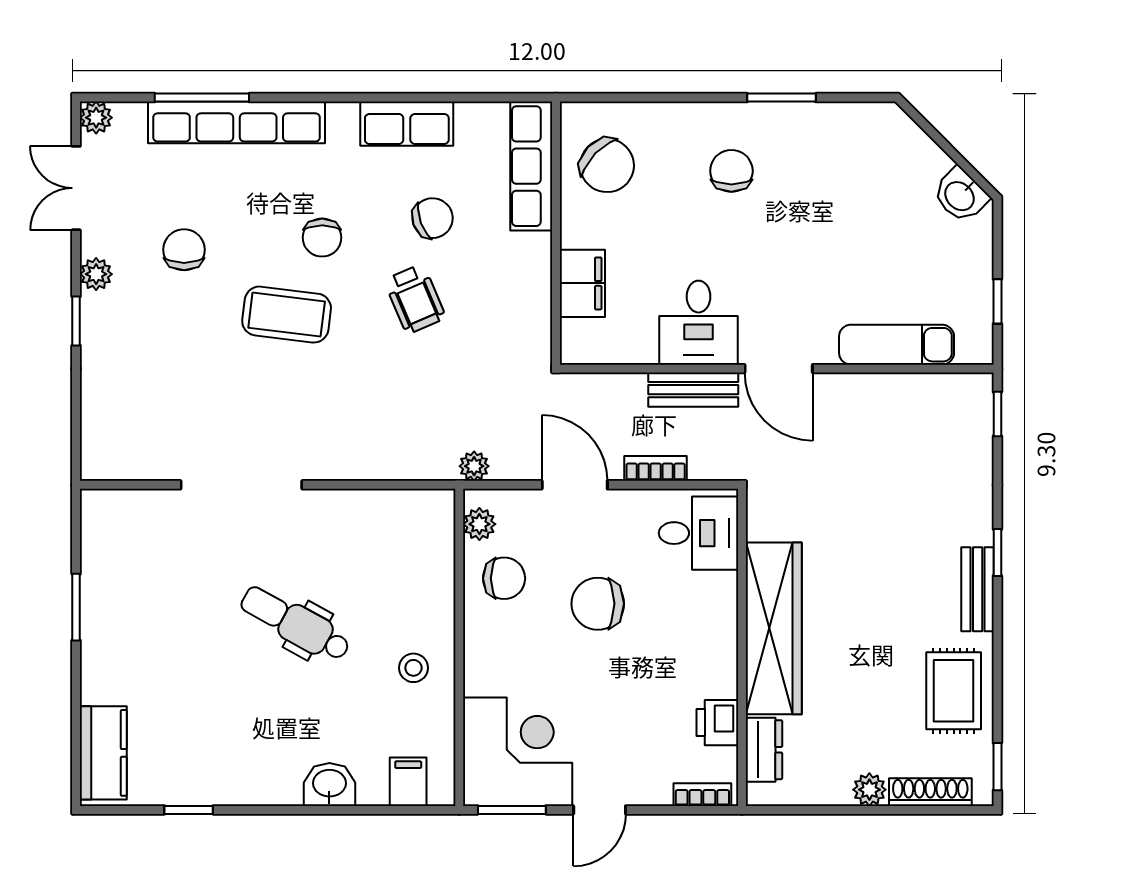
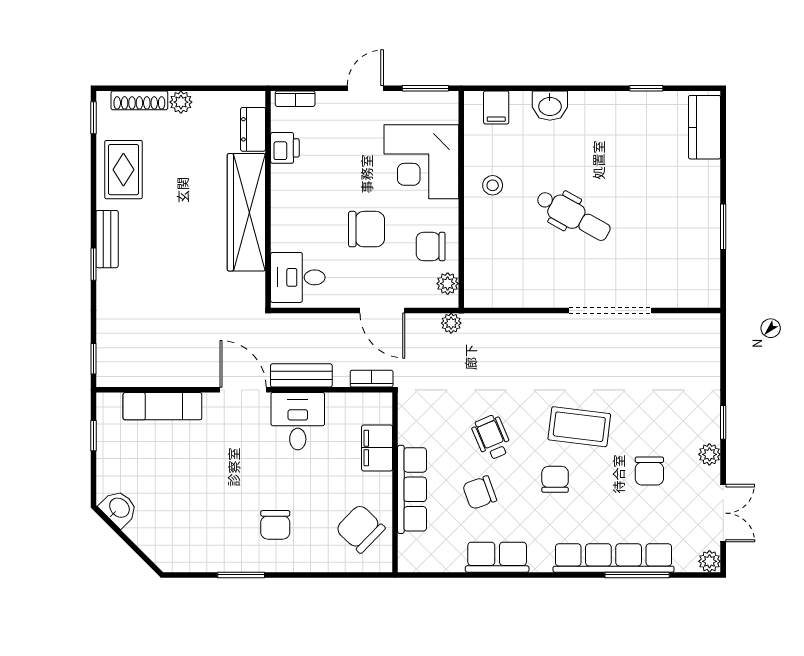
row of seats: (531, 166) -> (412, 489), moved
bookcase: (656, 468) -> (372, 379), moved, turned 180
corner desk: (518, 752) -> (421, 162), moved

